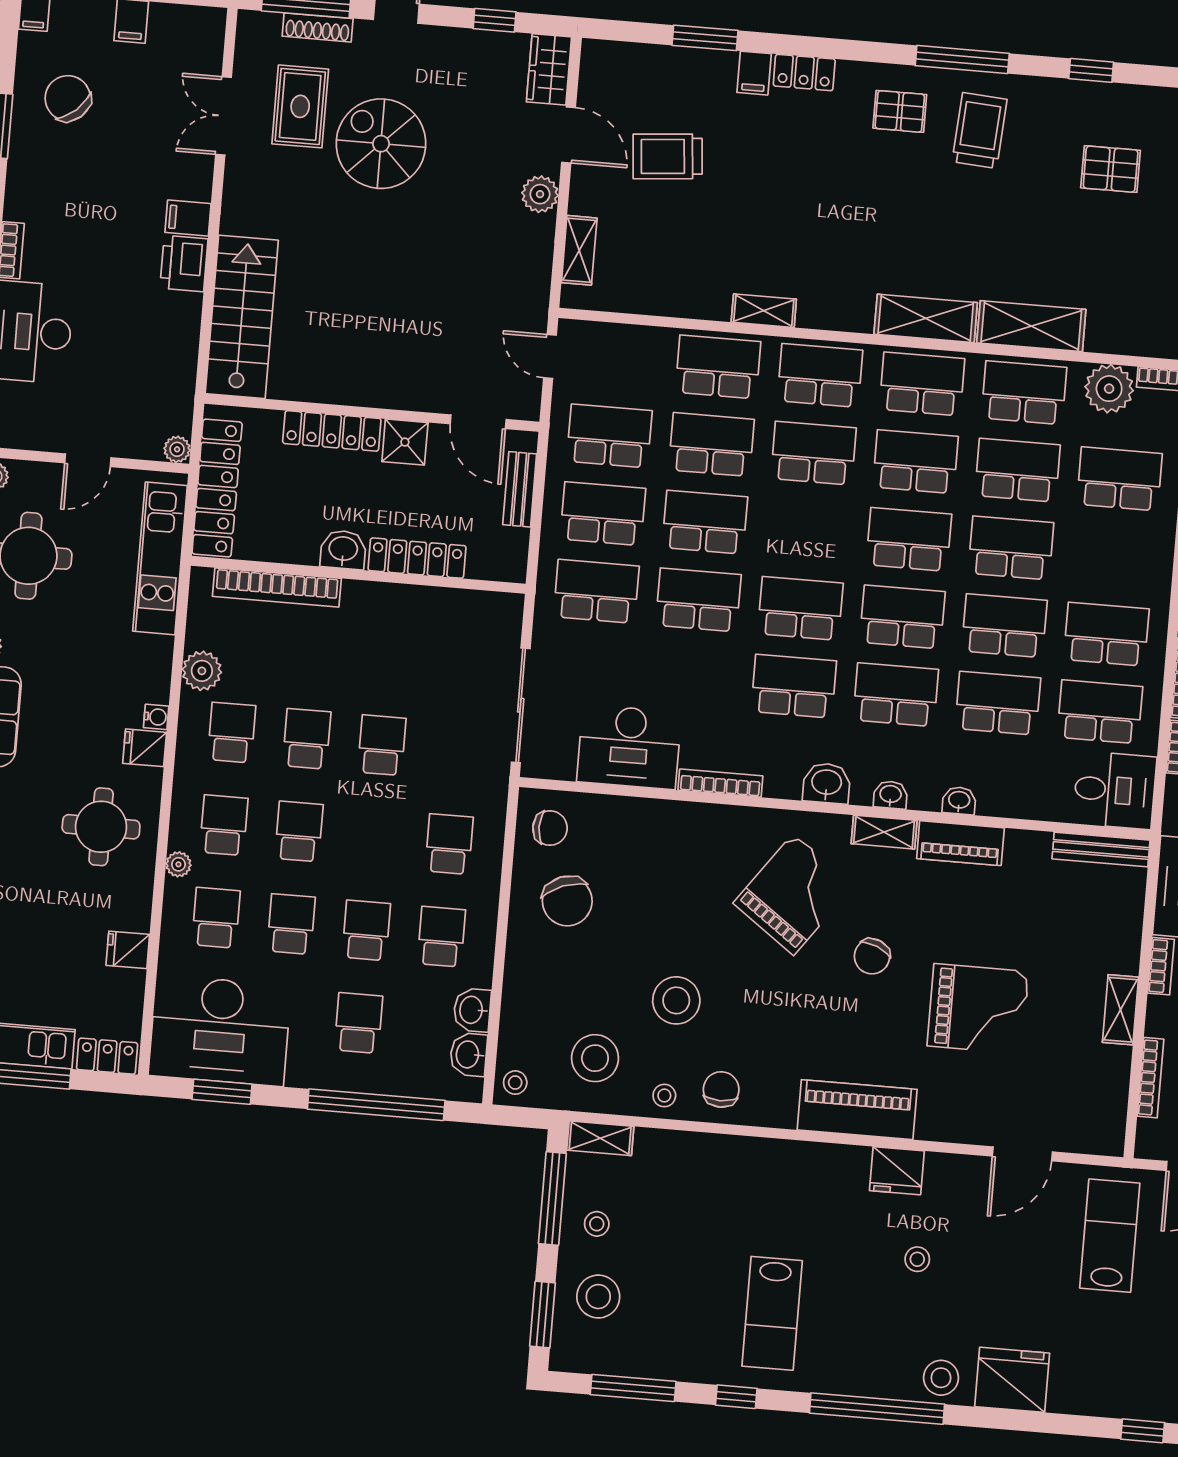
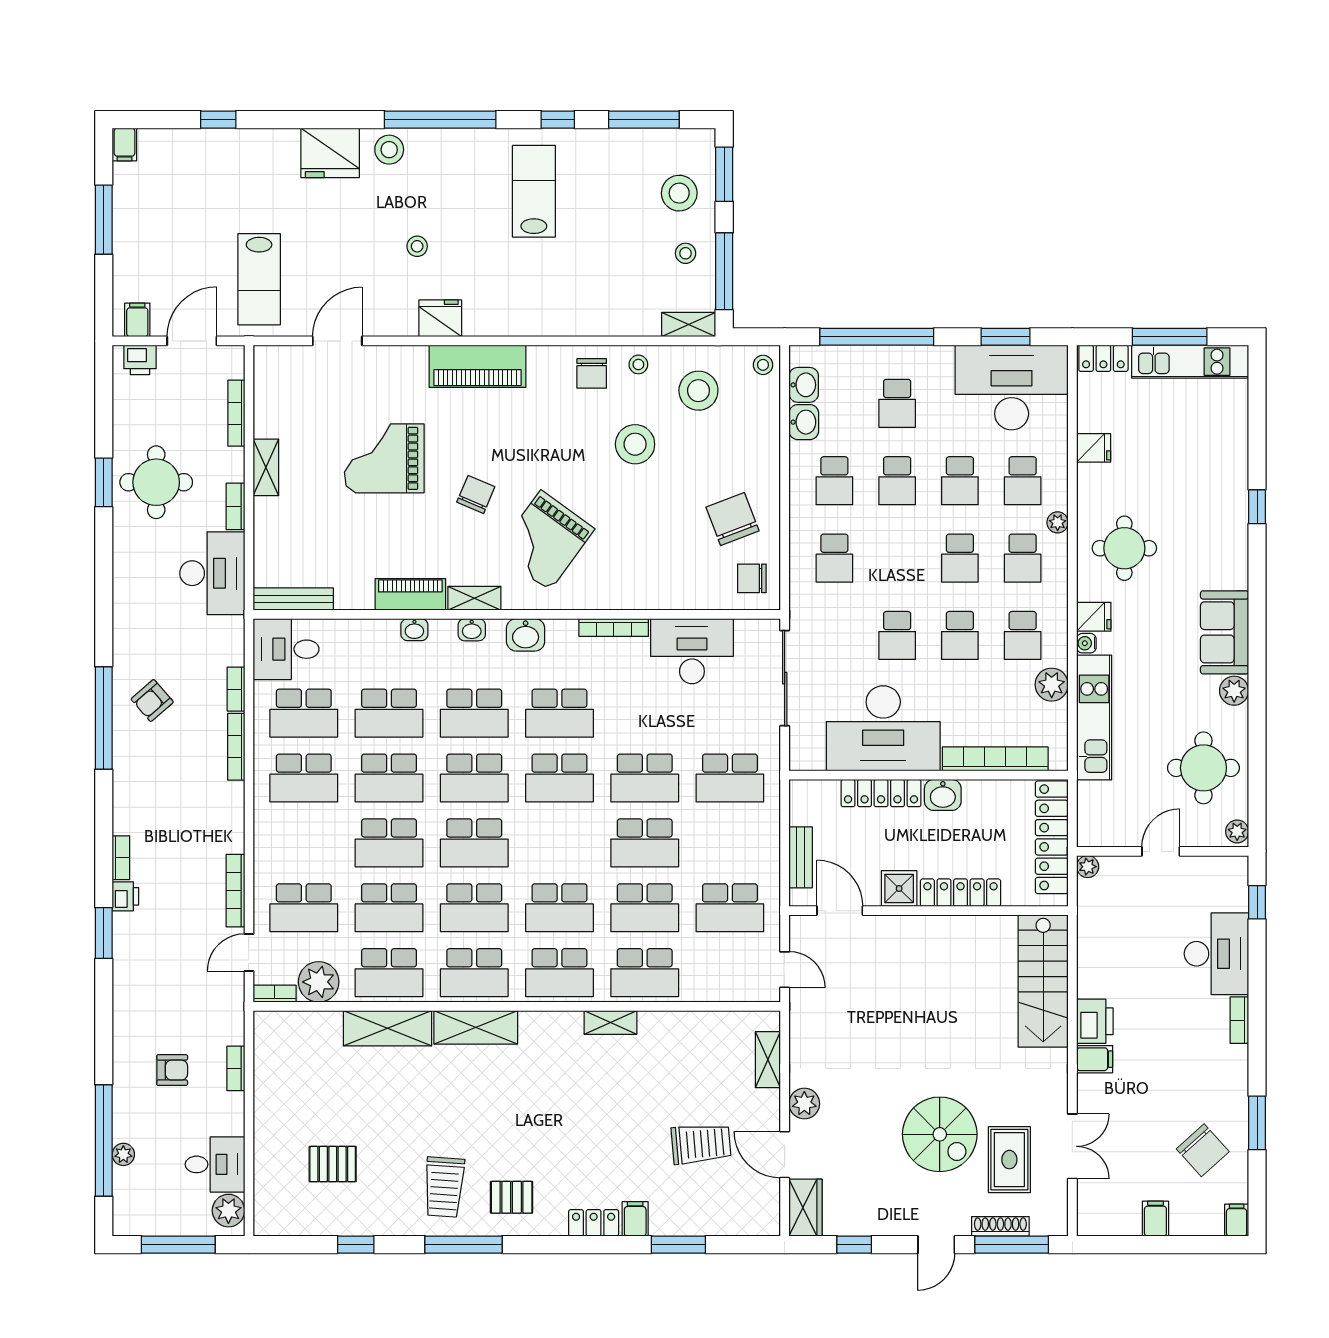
school desk: (603, 514) -> (730, 843), removed
kitchen unit: (160, 558) -> (1094, 718), moved
desk: (408, 635) -> (883, 728), added

